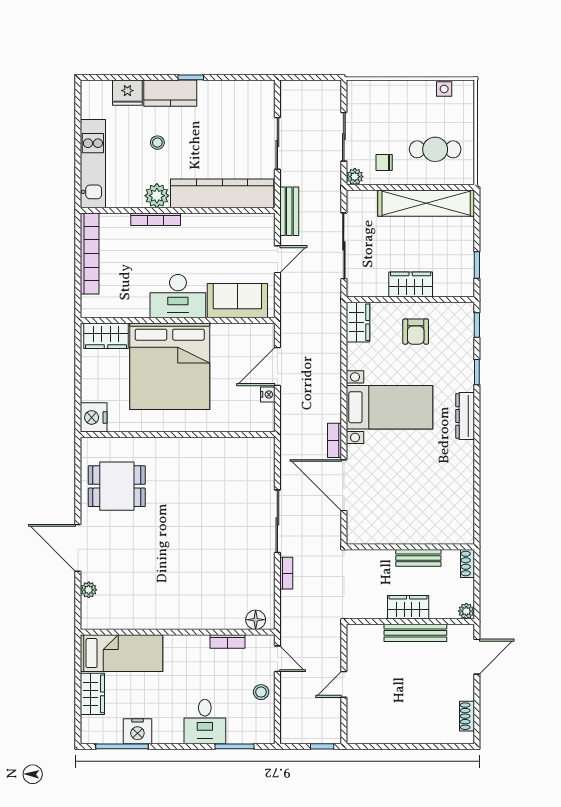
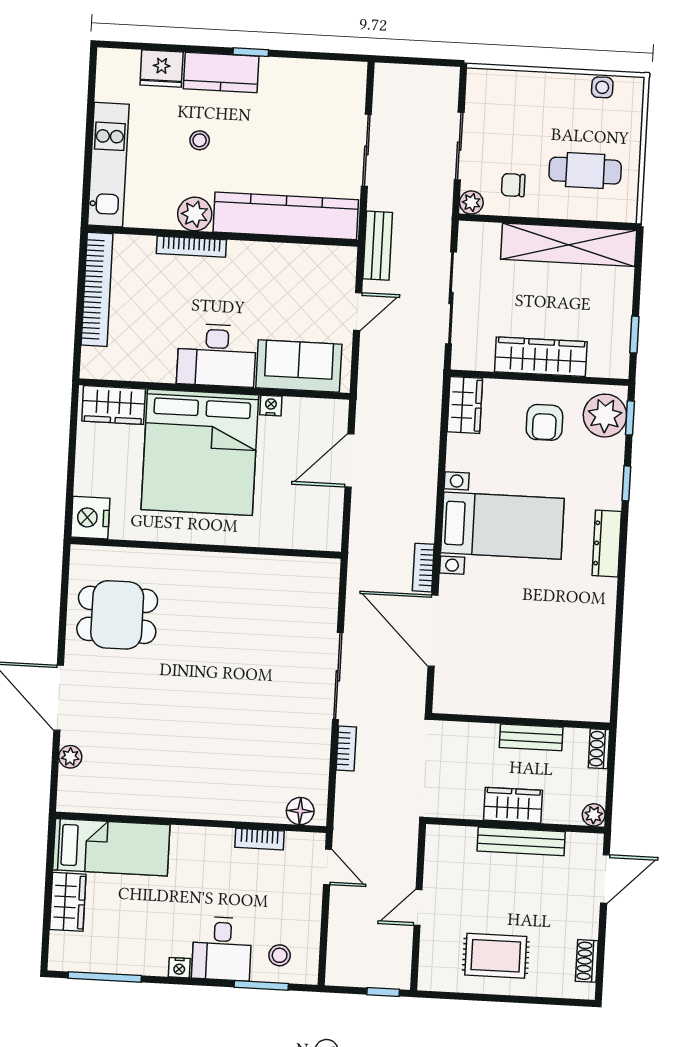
wardrobe: (411, 285) -> (541, 357), width x1.50
plant: (459, 324) -> (605, 416), added
nightstand: (268, 394) -> (271, 406), moved, turned -90
stool: (261, 692) -> (280, 955), moved
rug: (402, 716) -> (496, 956), added
nightstand: (137, 731) -> (179, 968), moved, width x0.53, depth x0.56

